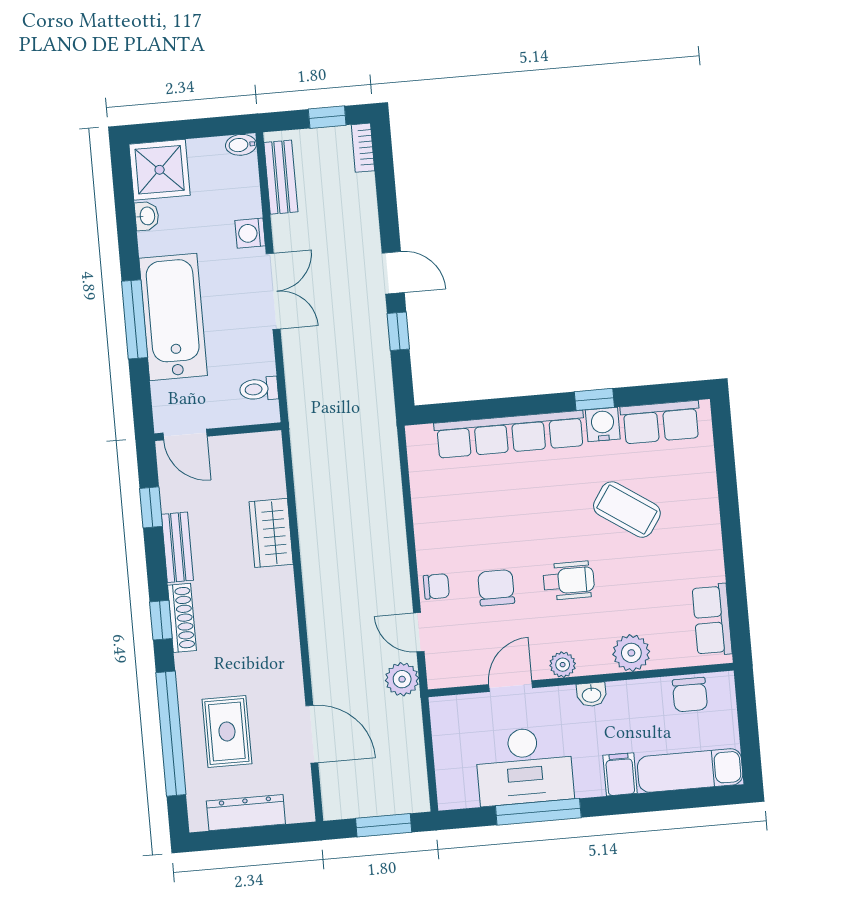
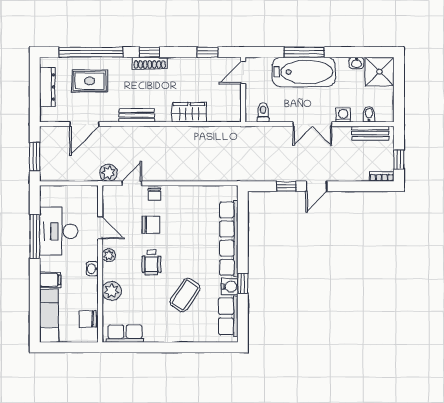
bidet: (241, 145) -> (369, 114), moved
bench: (177, 547) -> (137, 115), moved

